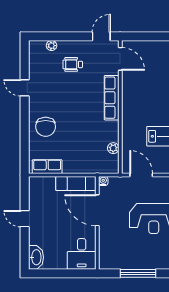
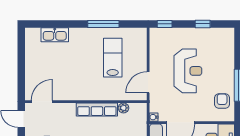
row of seats: (112, 98) -> (97, 109), moved
armchair: (121, 256) -> (222, 101), added

